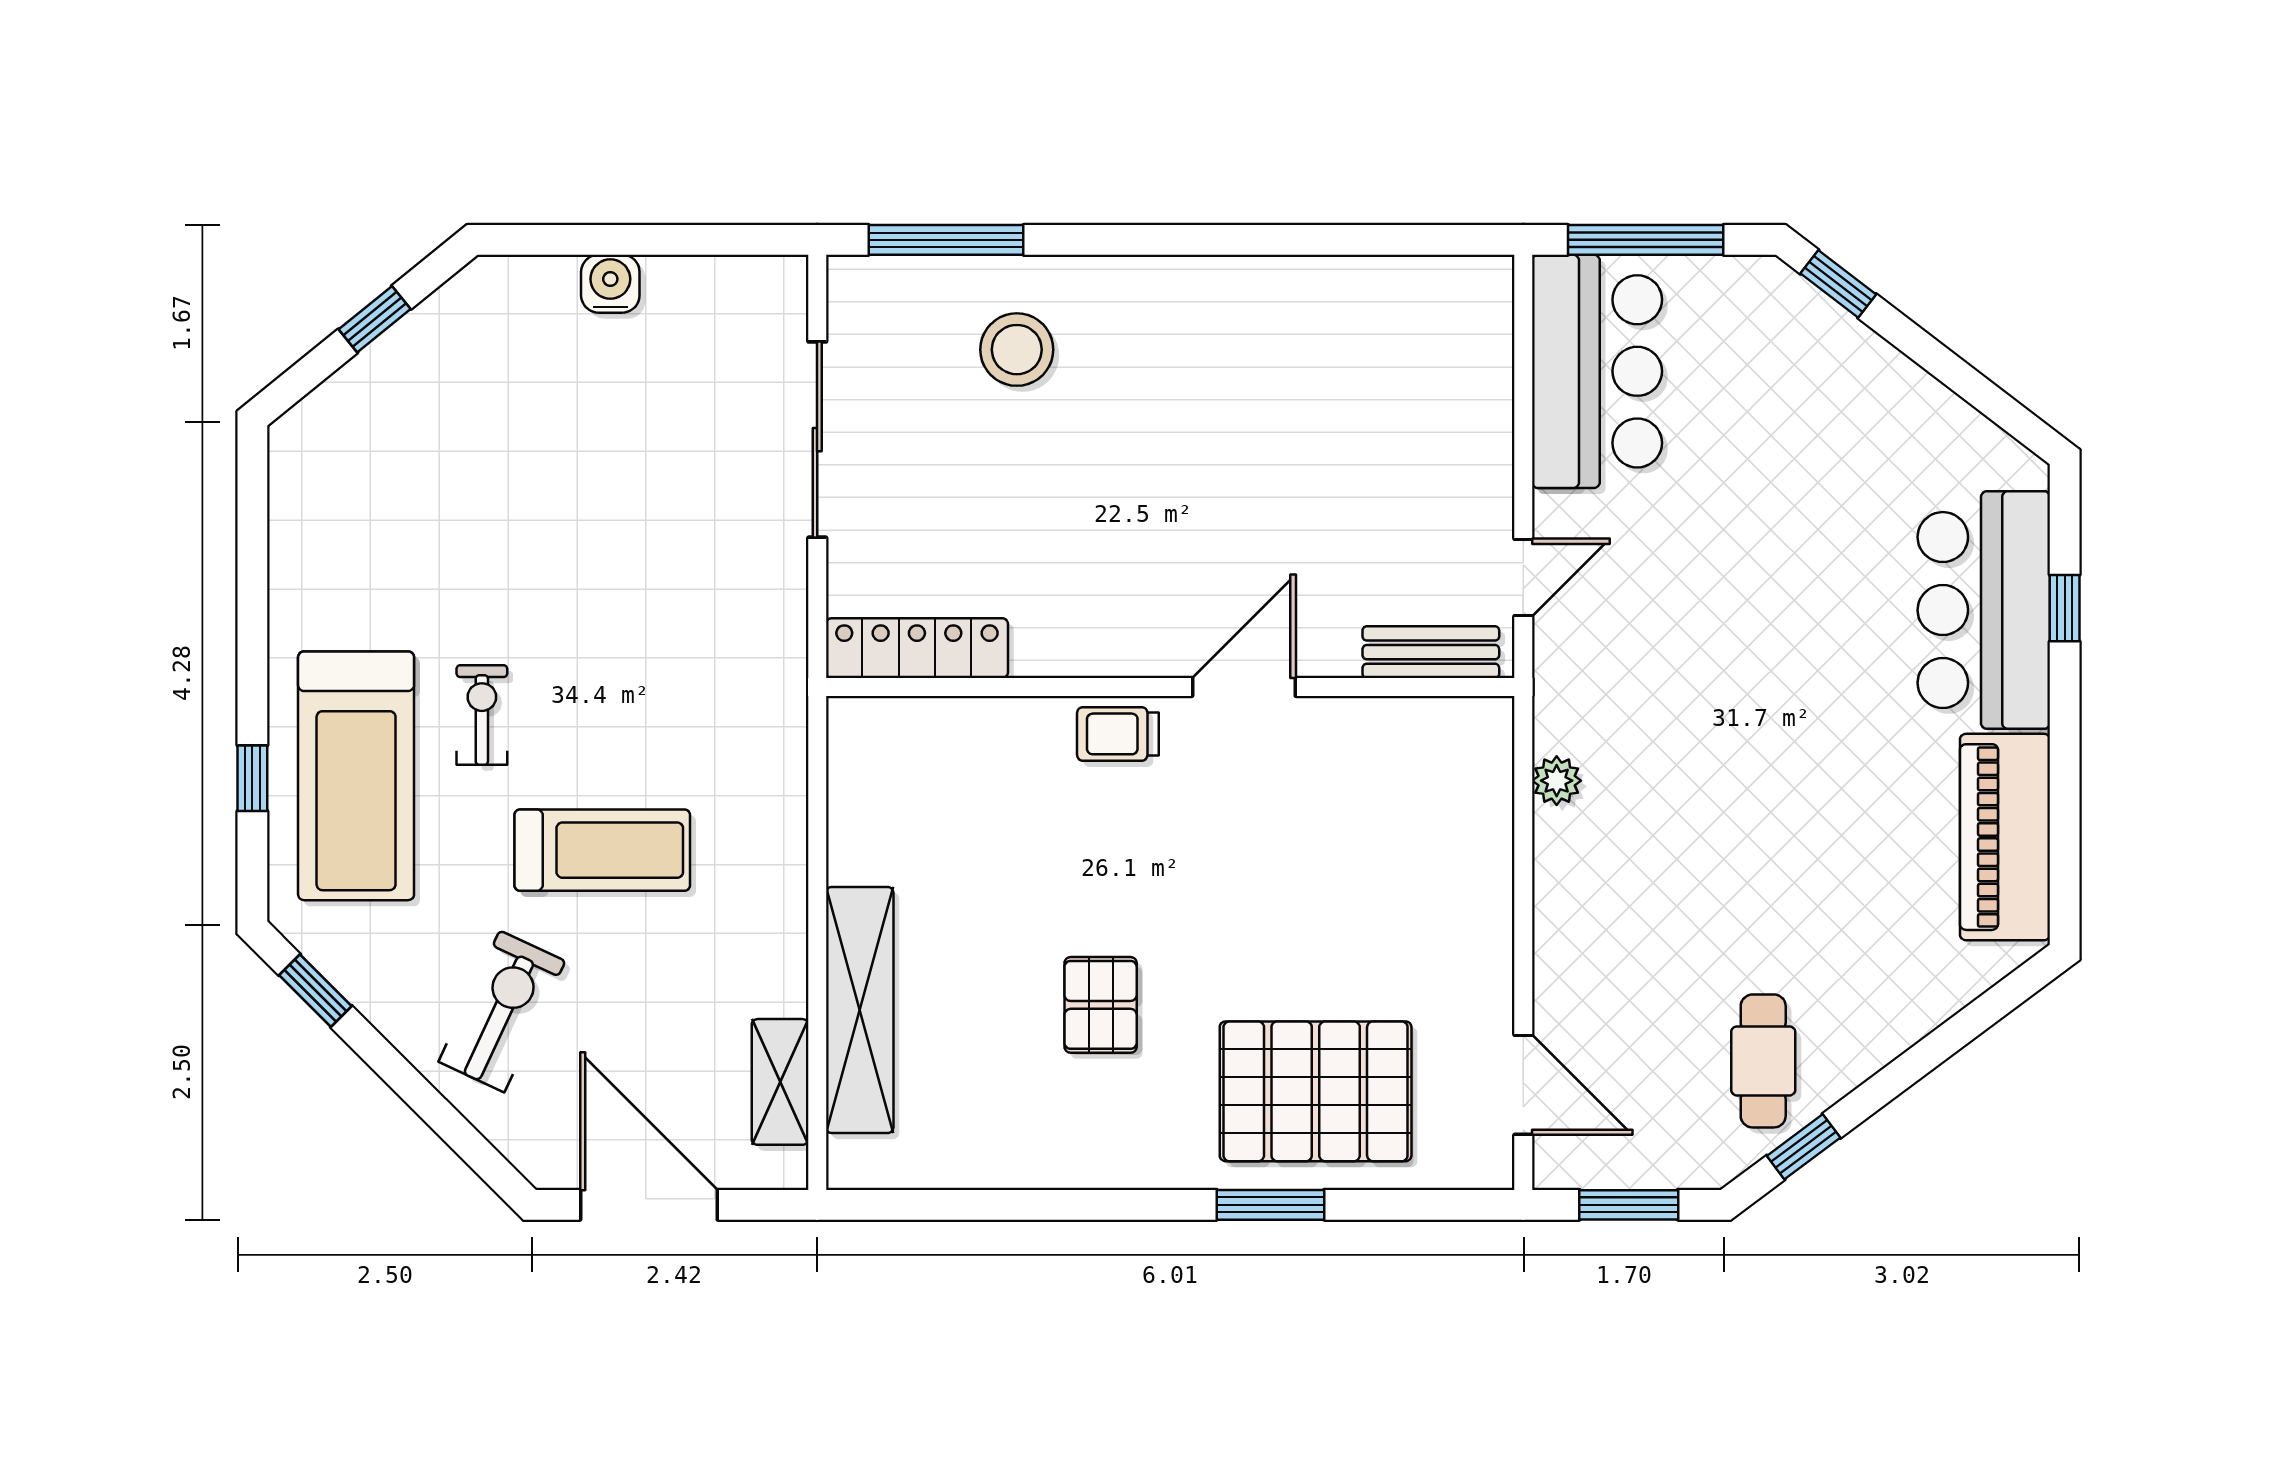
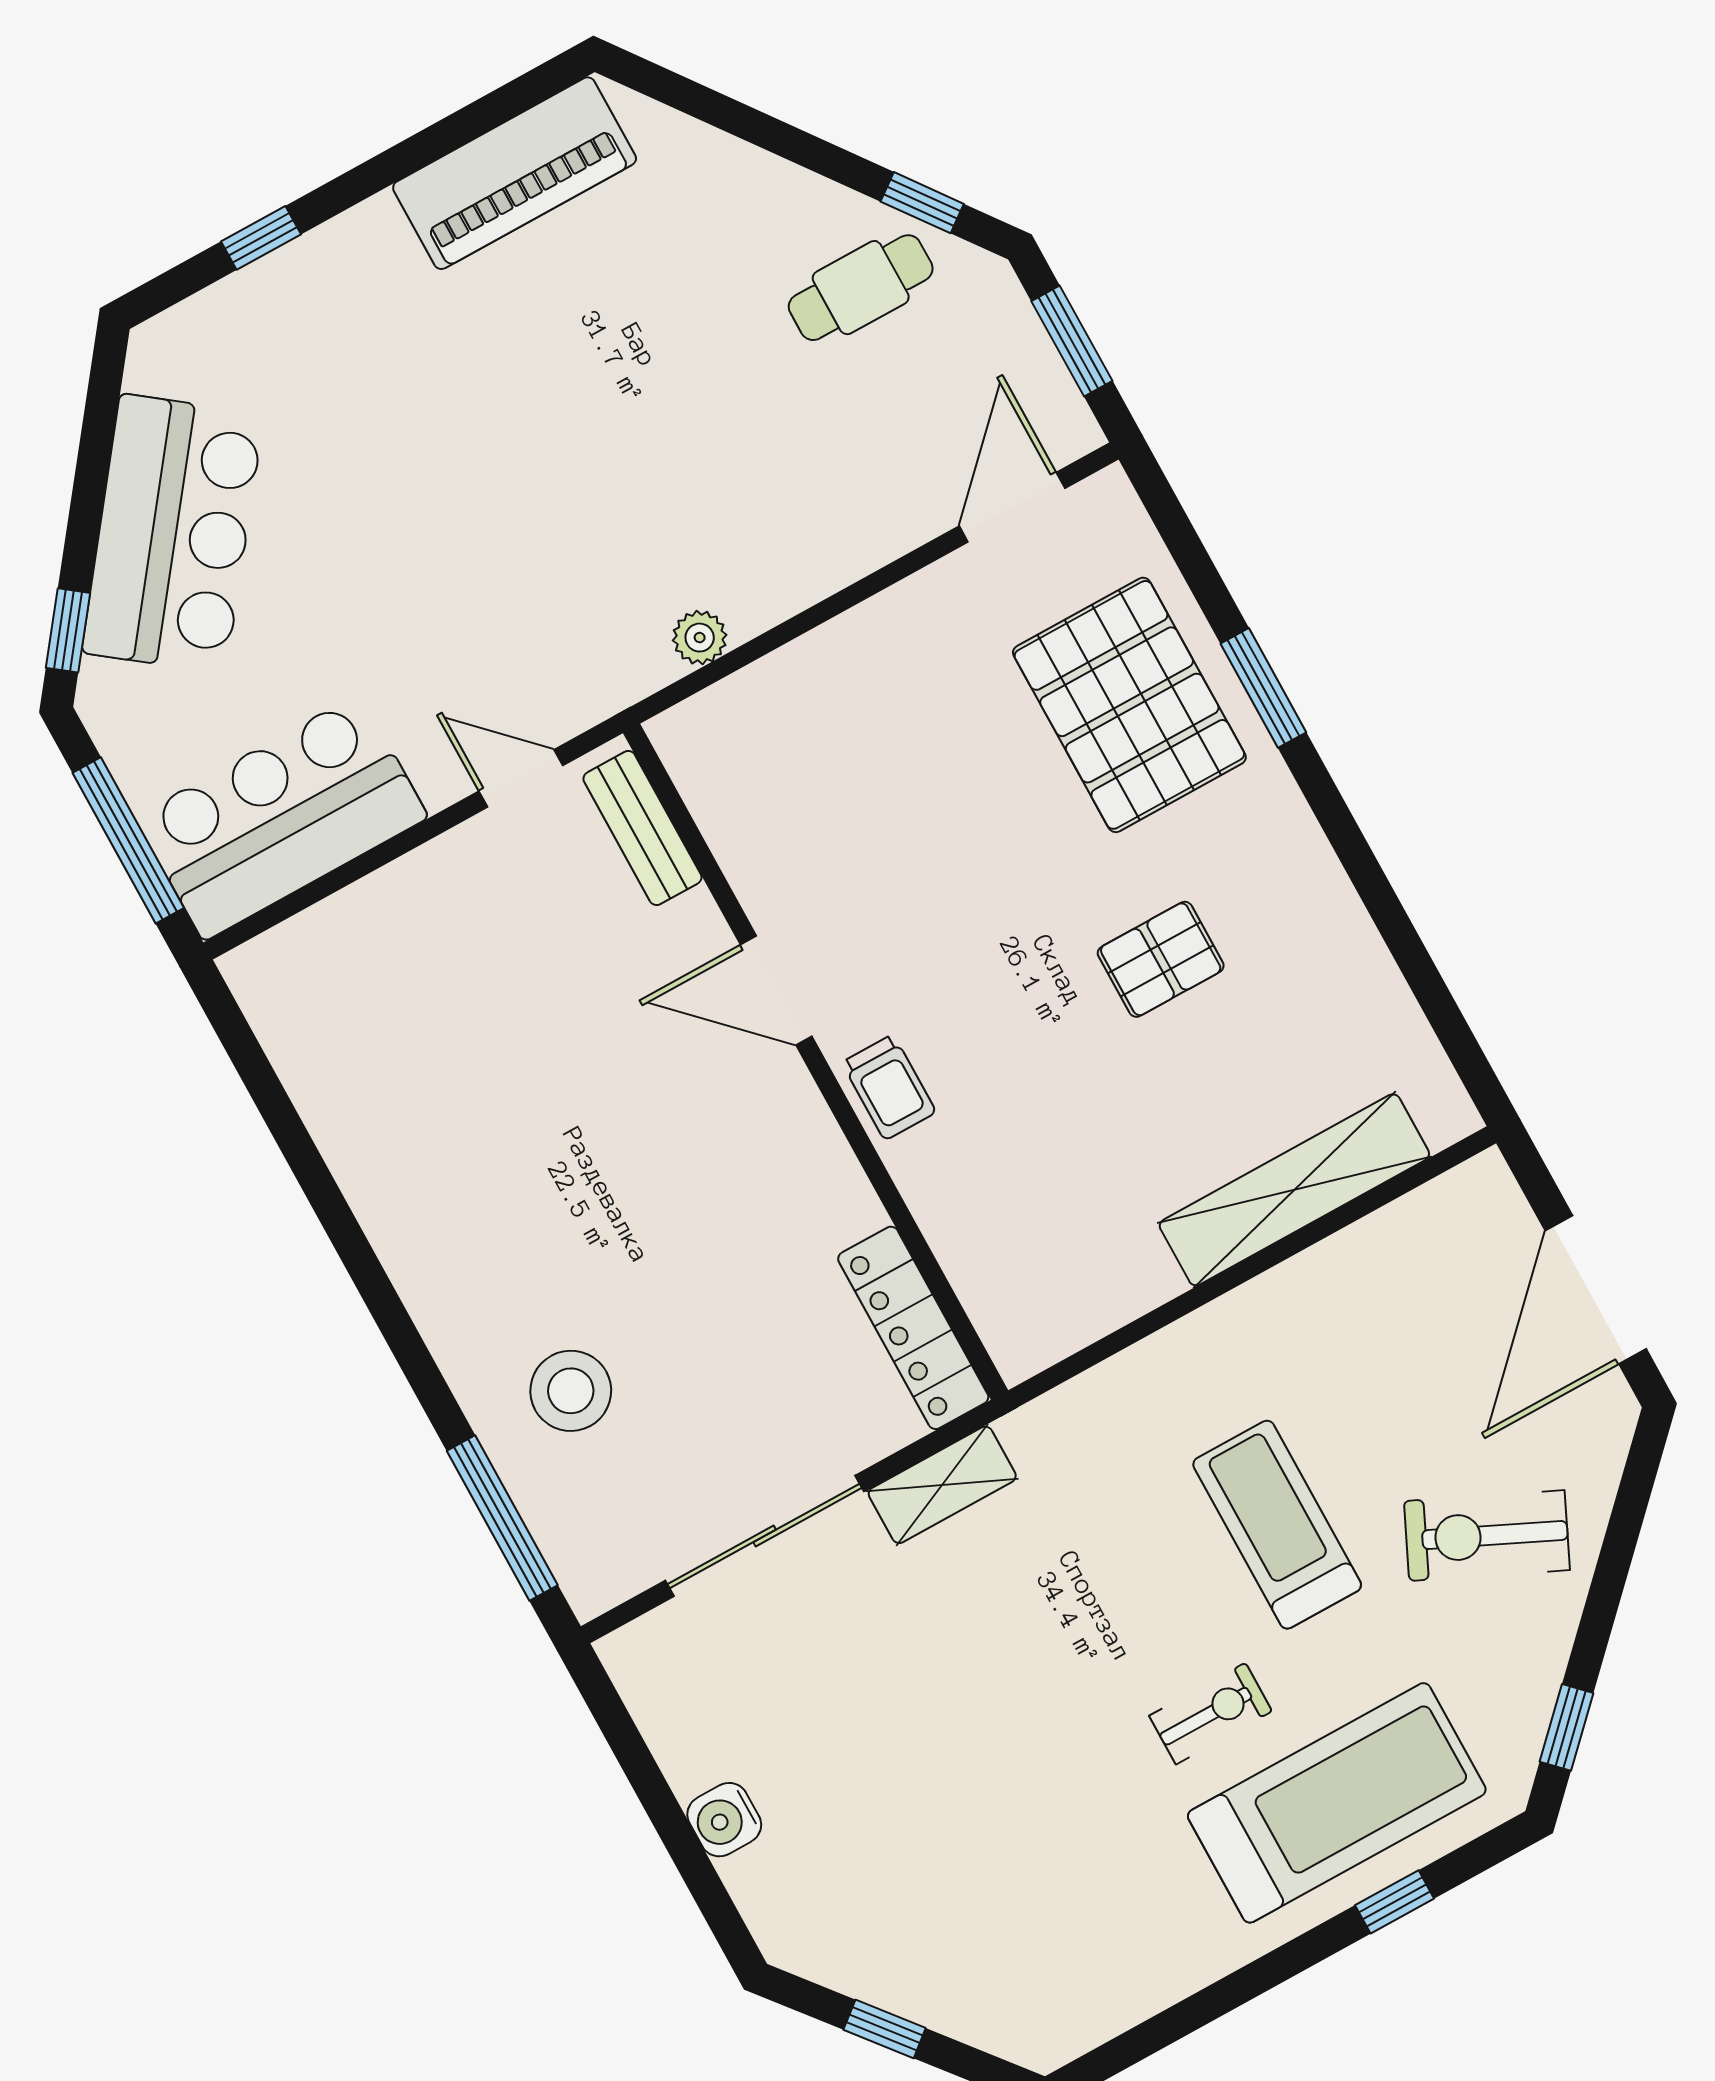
bar counter: (1984, 610) -> (173, 534), moved, turned -53
exercise bike: (482, 715) -> (1211, 1713), turned 180
shelving: (780, 1082) -> (942, 1485), moved

